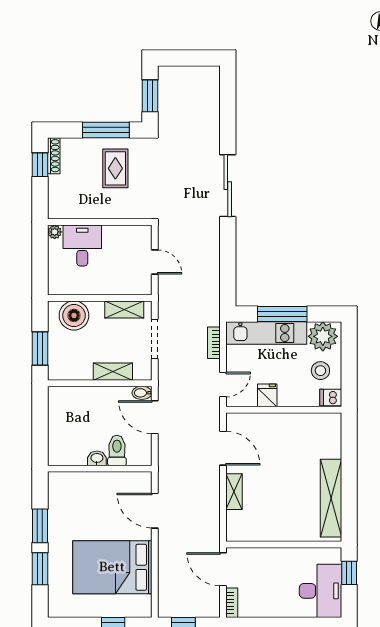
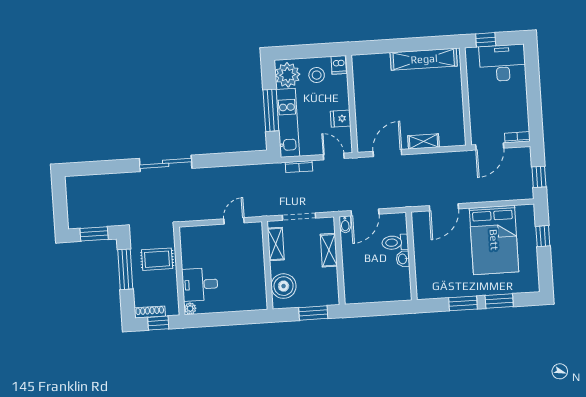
wall: (100, 222) -> (179, 271), moved
plant: (55, 232) -> (190, 309), moved
desk: (82, 245) -> (200, 284), moved

